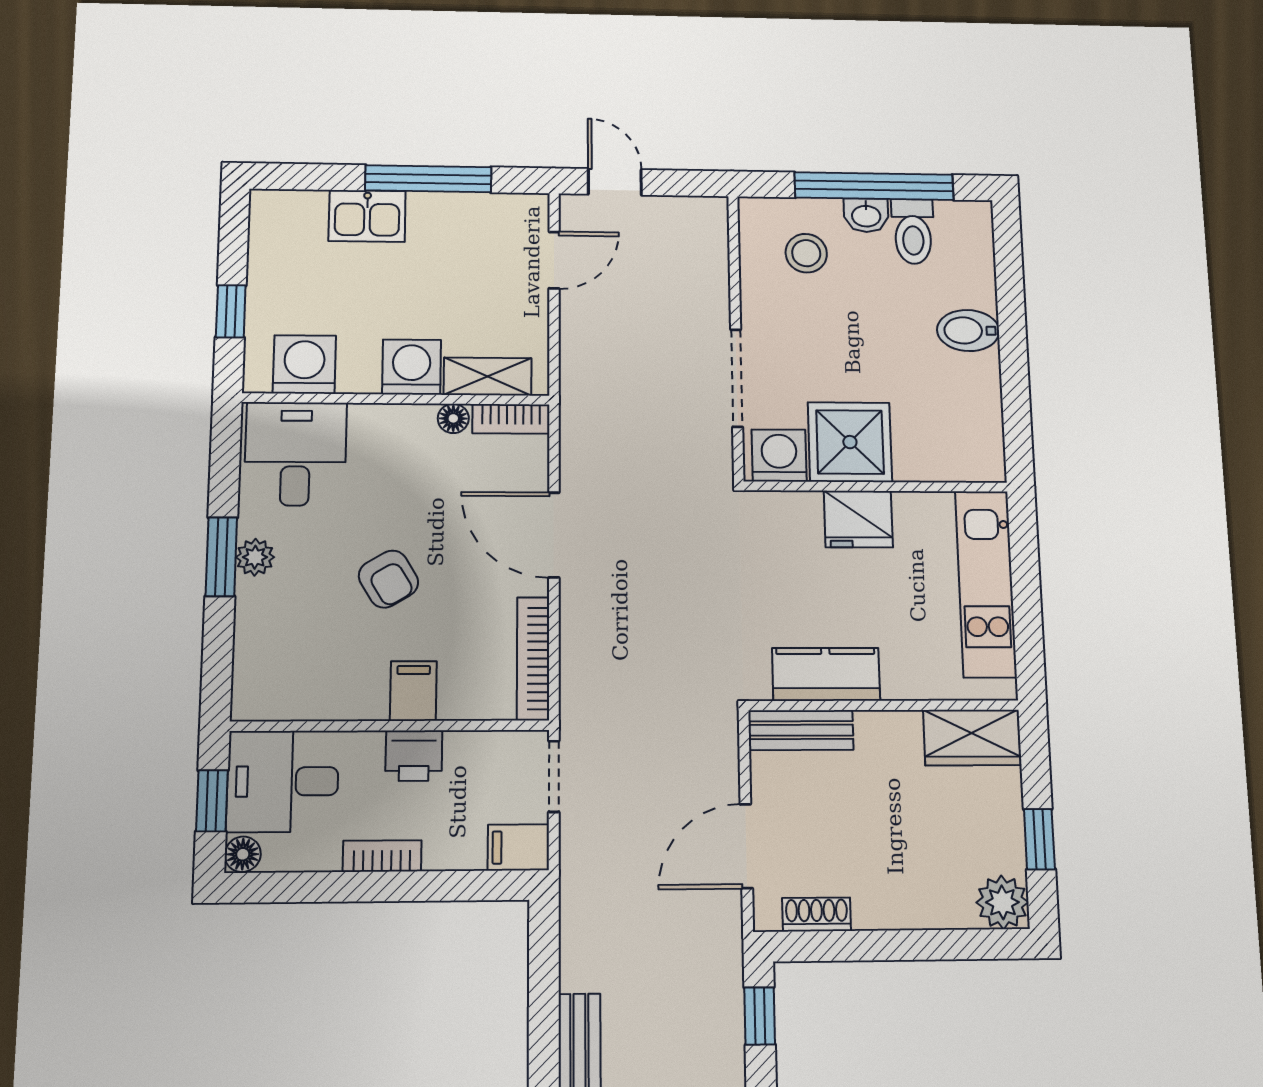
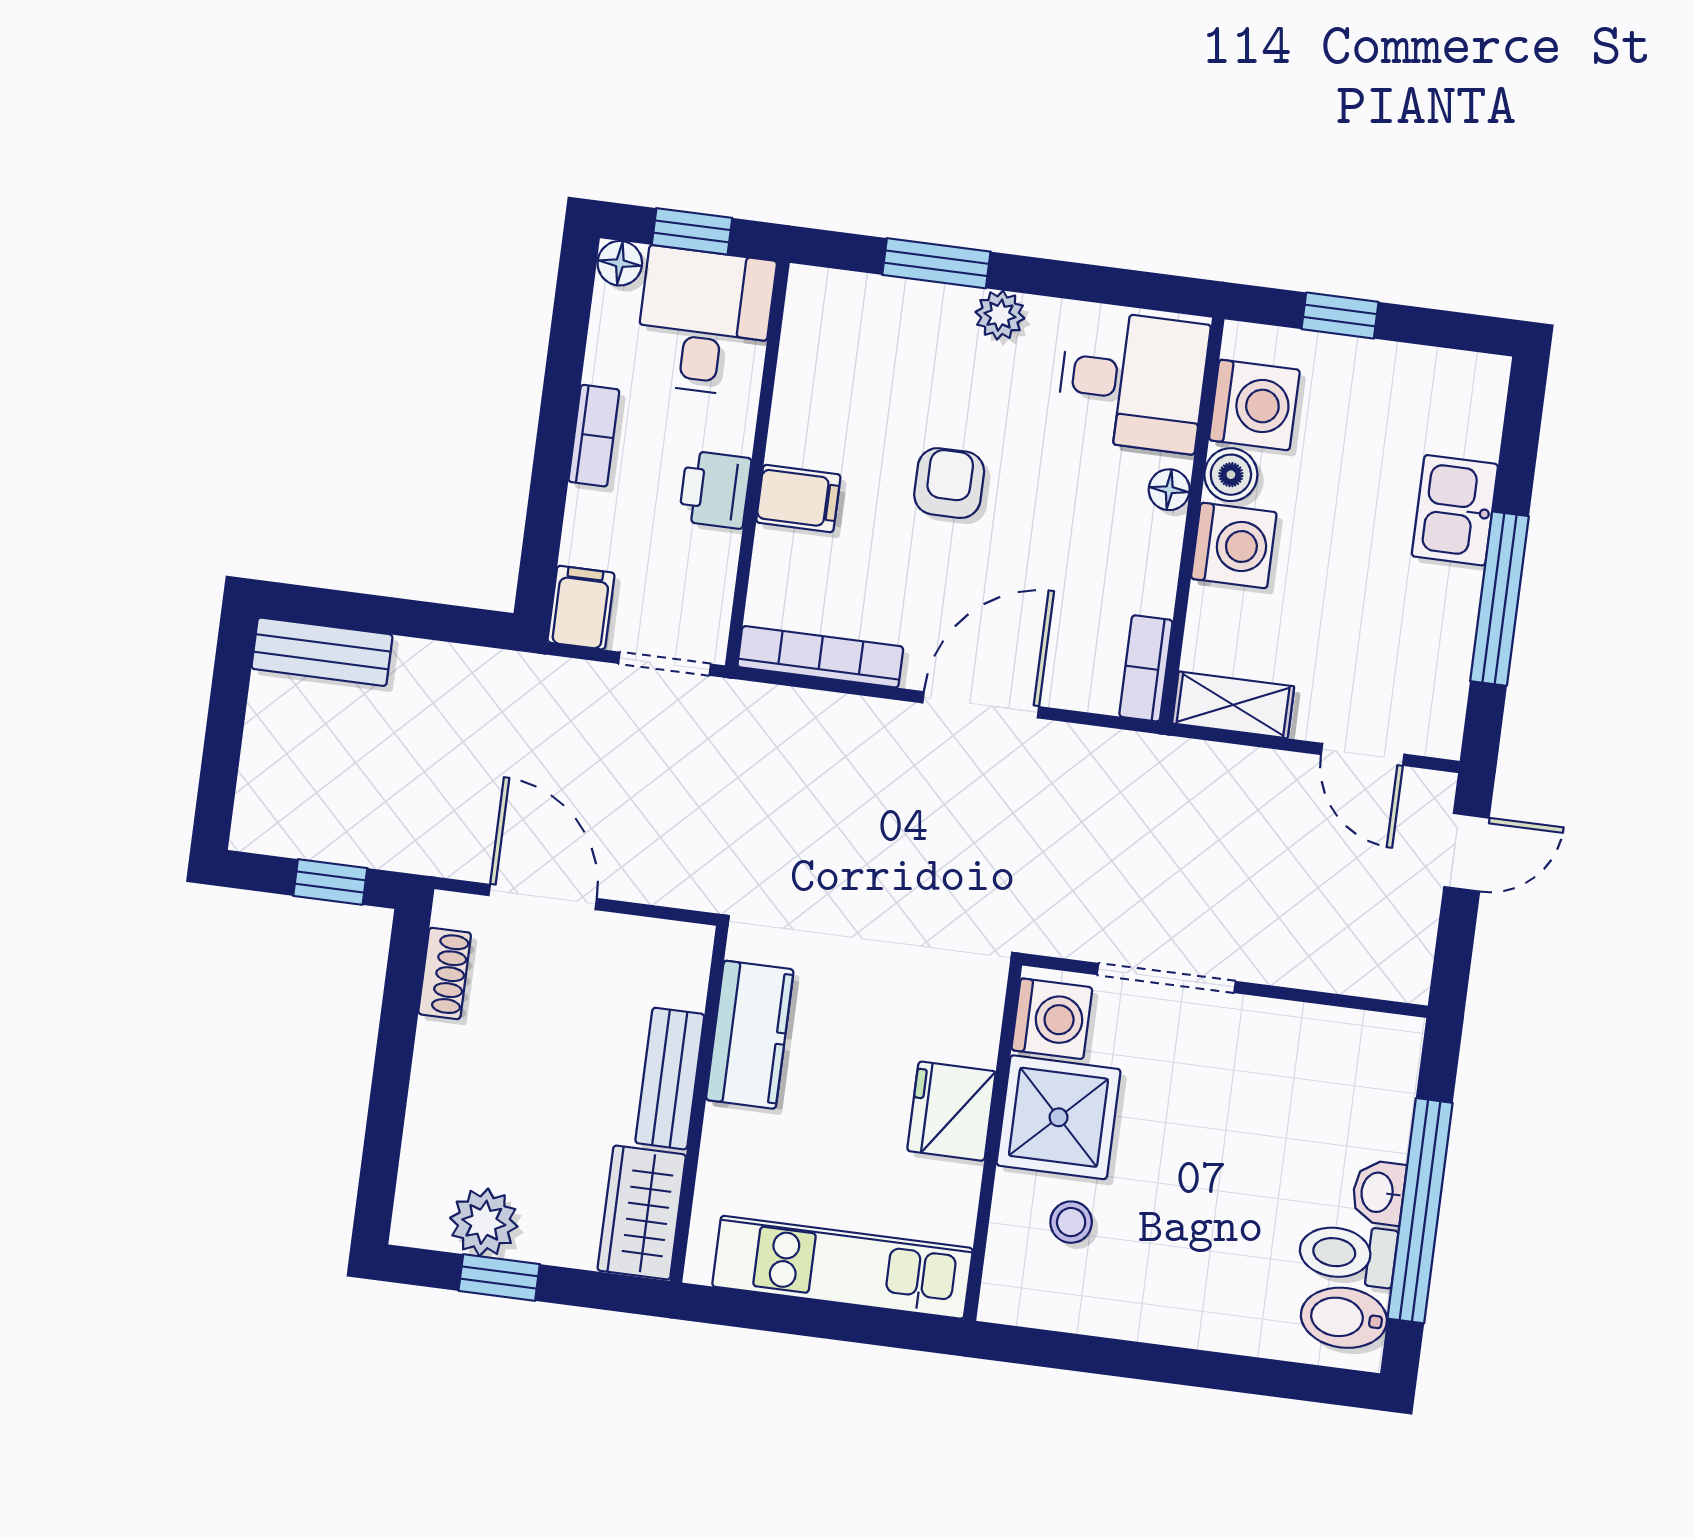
stool: (806, 253) -> (1071, 1222), moved, width x0.73, depth x0.73
bidet: (968, 331) -> (1344, 1318), moved, turned -90
boiler: (359, 375) -> (1231, 475), added
shelving: (488, 376) -> (1233, 705), moved, turned 90
floor lamp: (453, 418) -> (1169, 490), moved
window: (221, 557) -> (936, 263), moved
armchair: (388, 579) -> (949, 483), turned 121
bench: (801, 730) -> (670, 1079), moved
plant: (1002, 902) -> (484, 1222), moved

